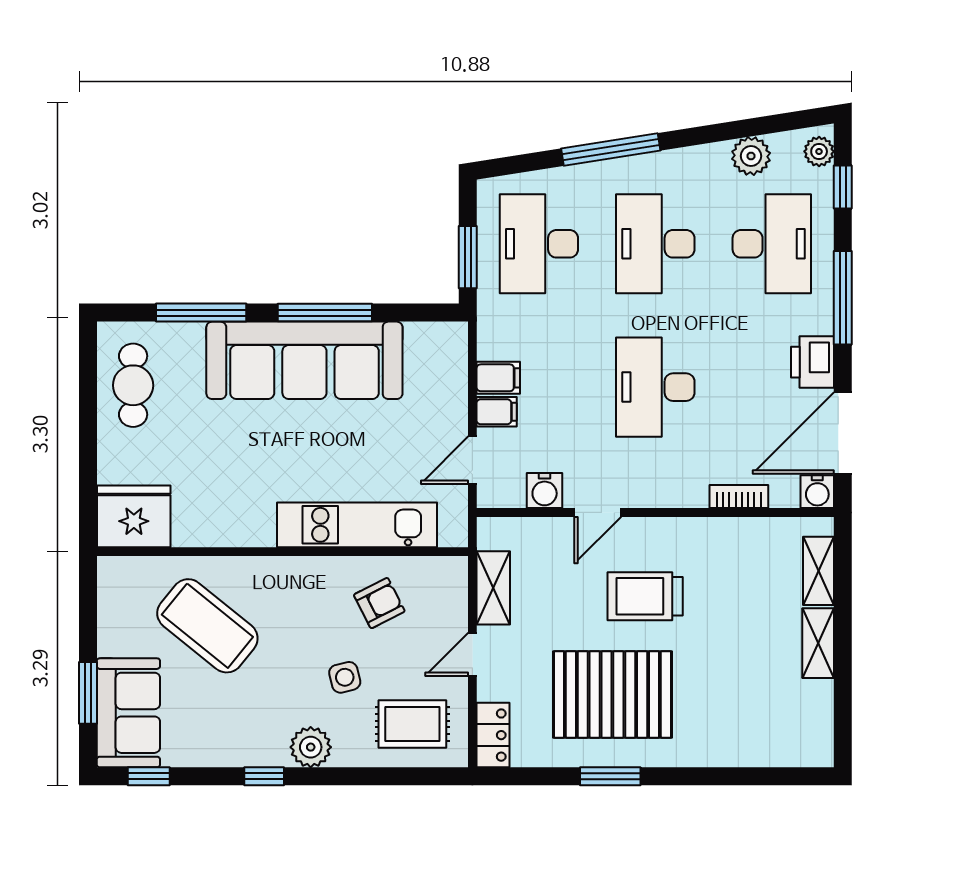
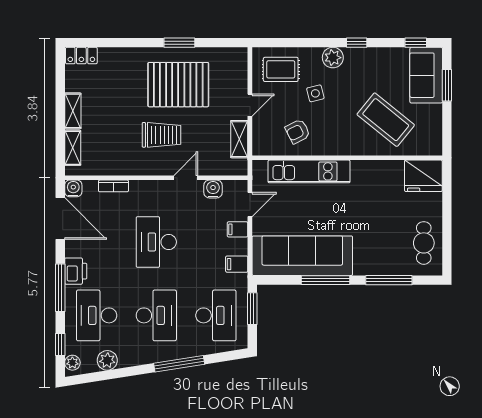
sofa: (304, 360) -> (302, 256), moved
printer: (812, 362) -> (76, 271), moved
filing cabinet: (498, 378) -> (237, 264), moved
desk: (655, 387) -> (156, 242), turned 180
door: (843, 433) -> (60, 219), hinge flipped
locker: (493, 735) -> (81, 56), moved, turned -90

